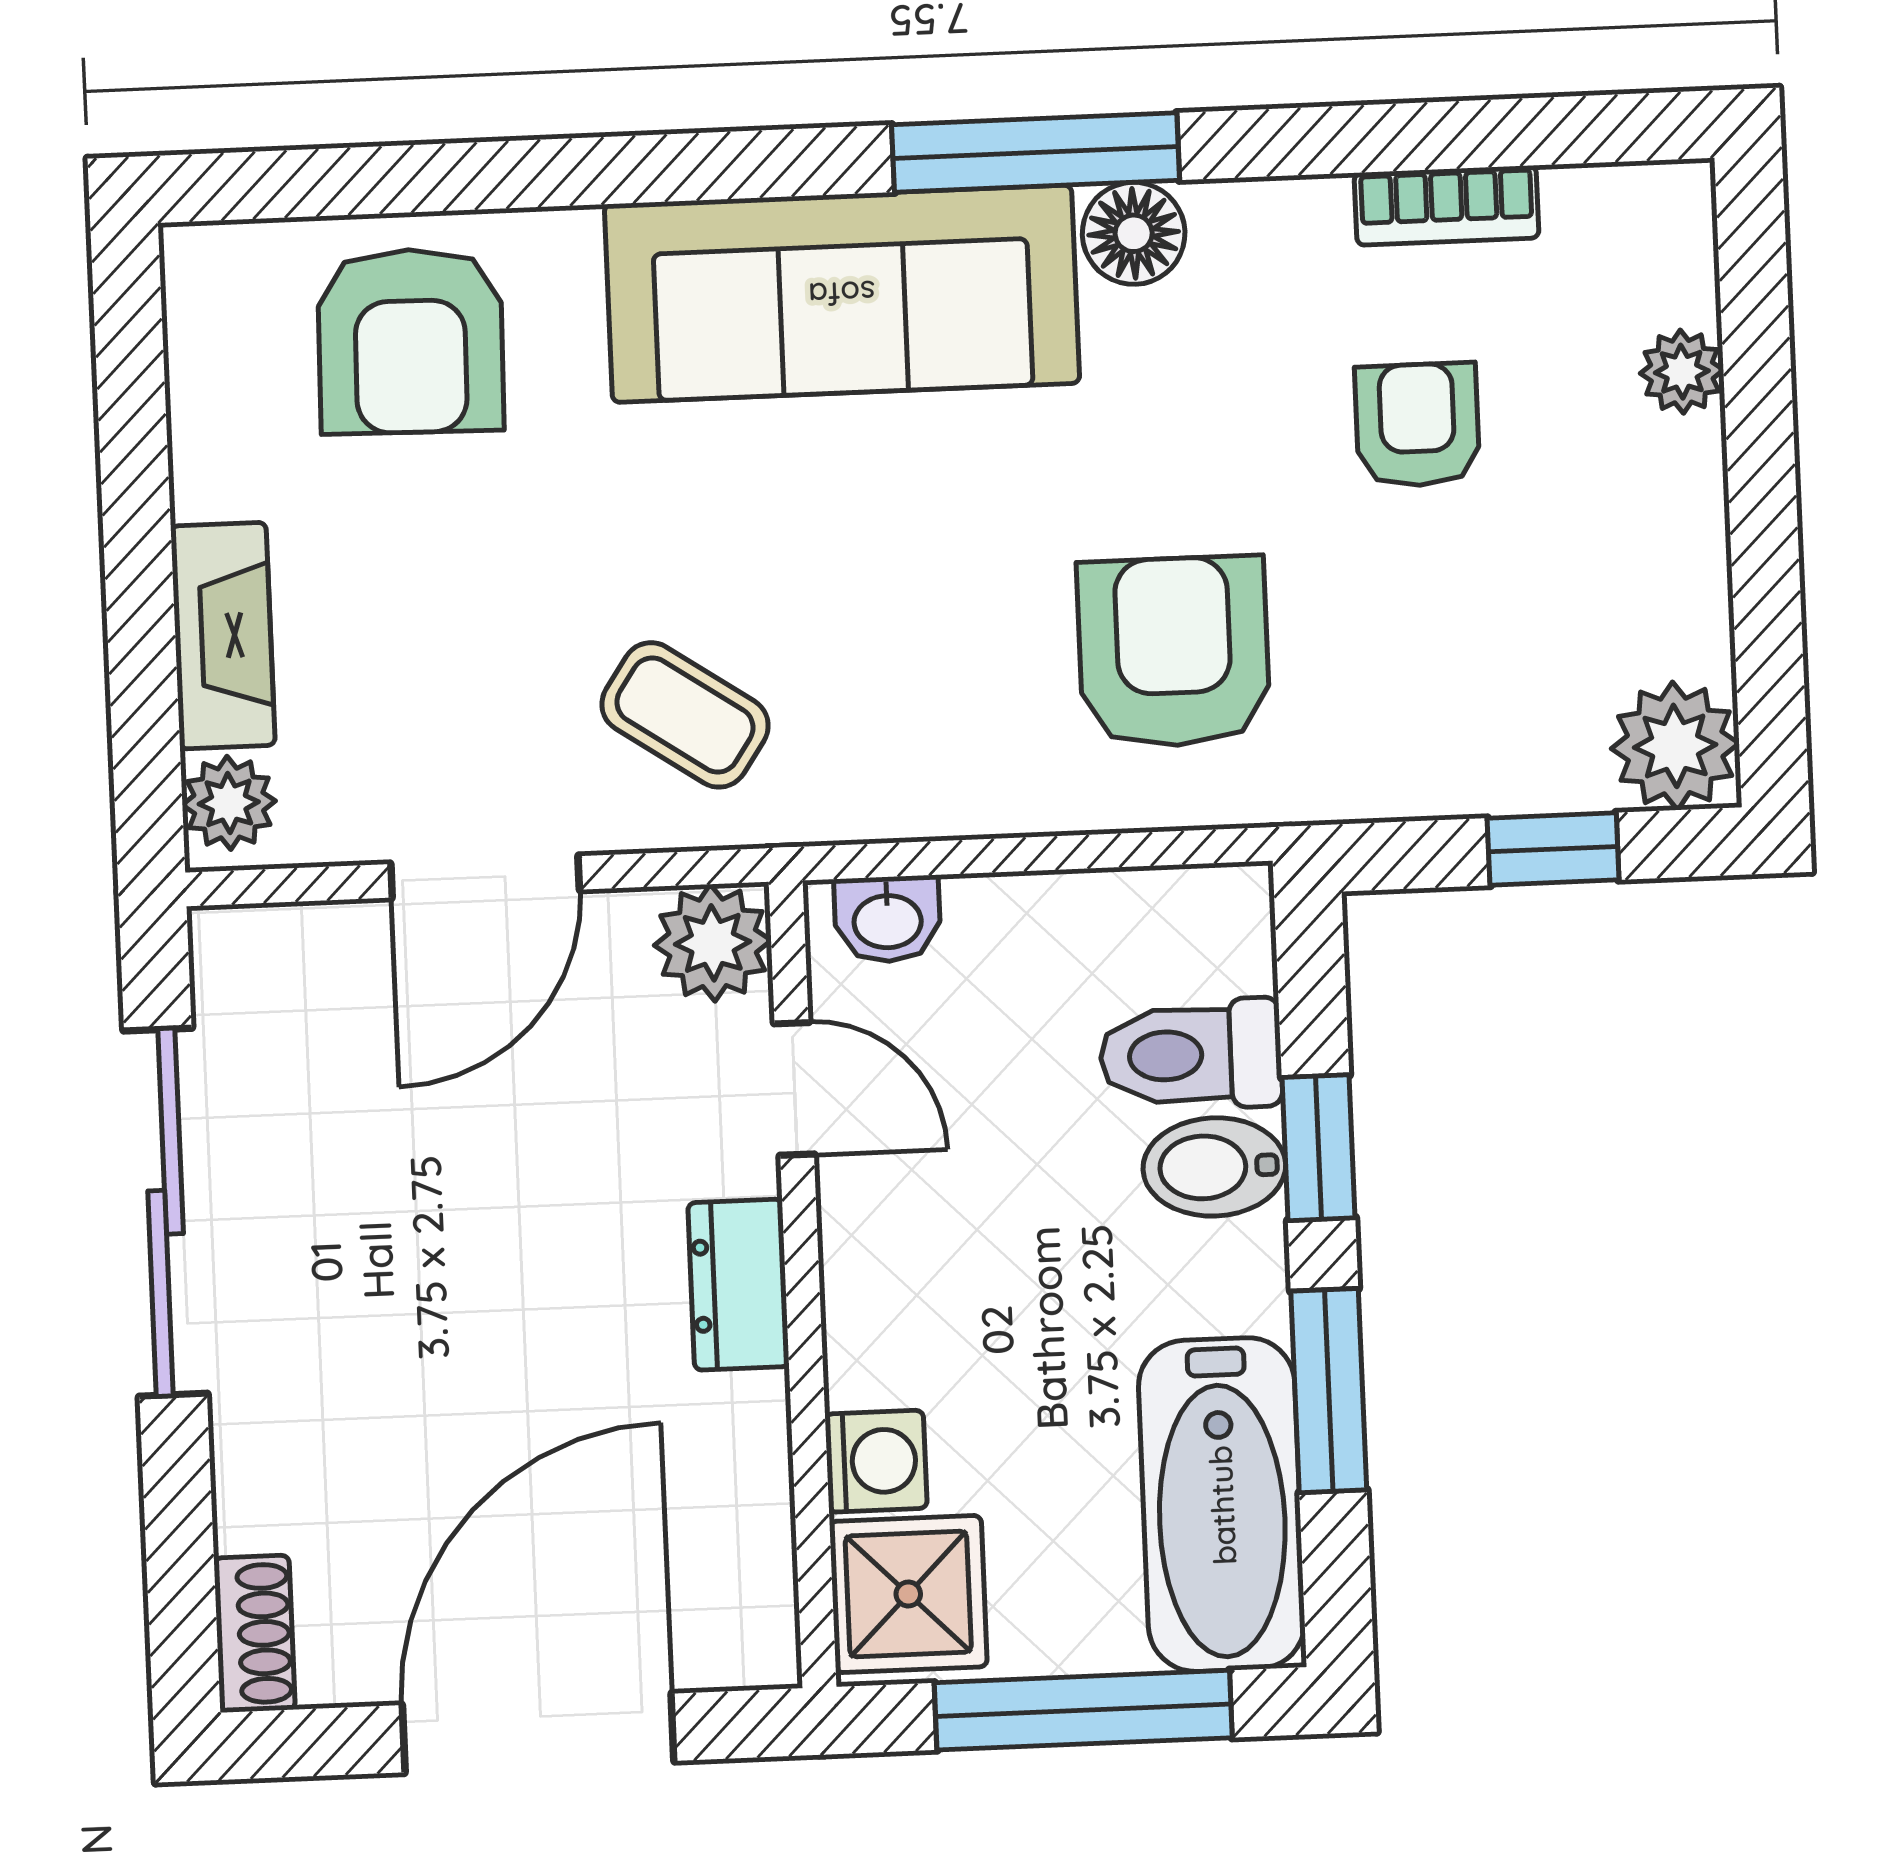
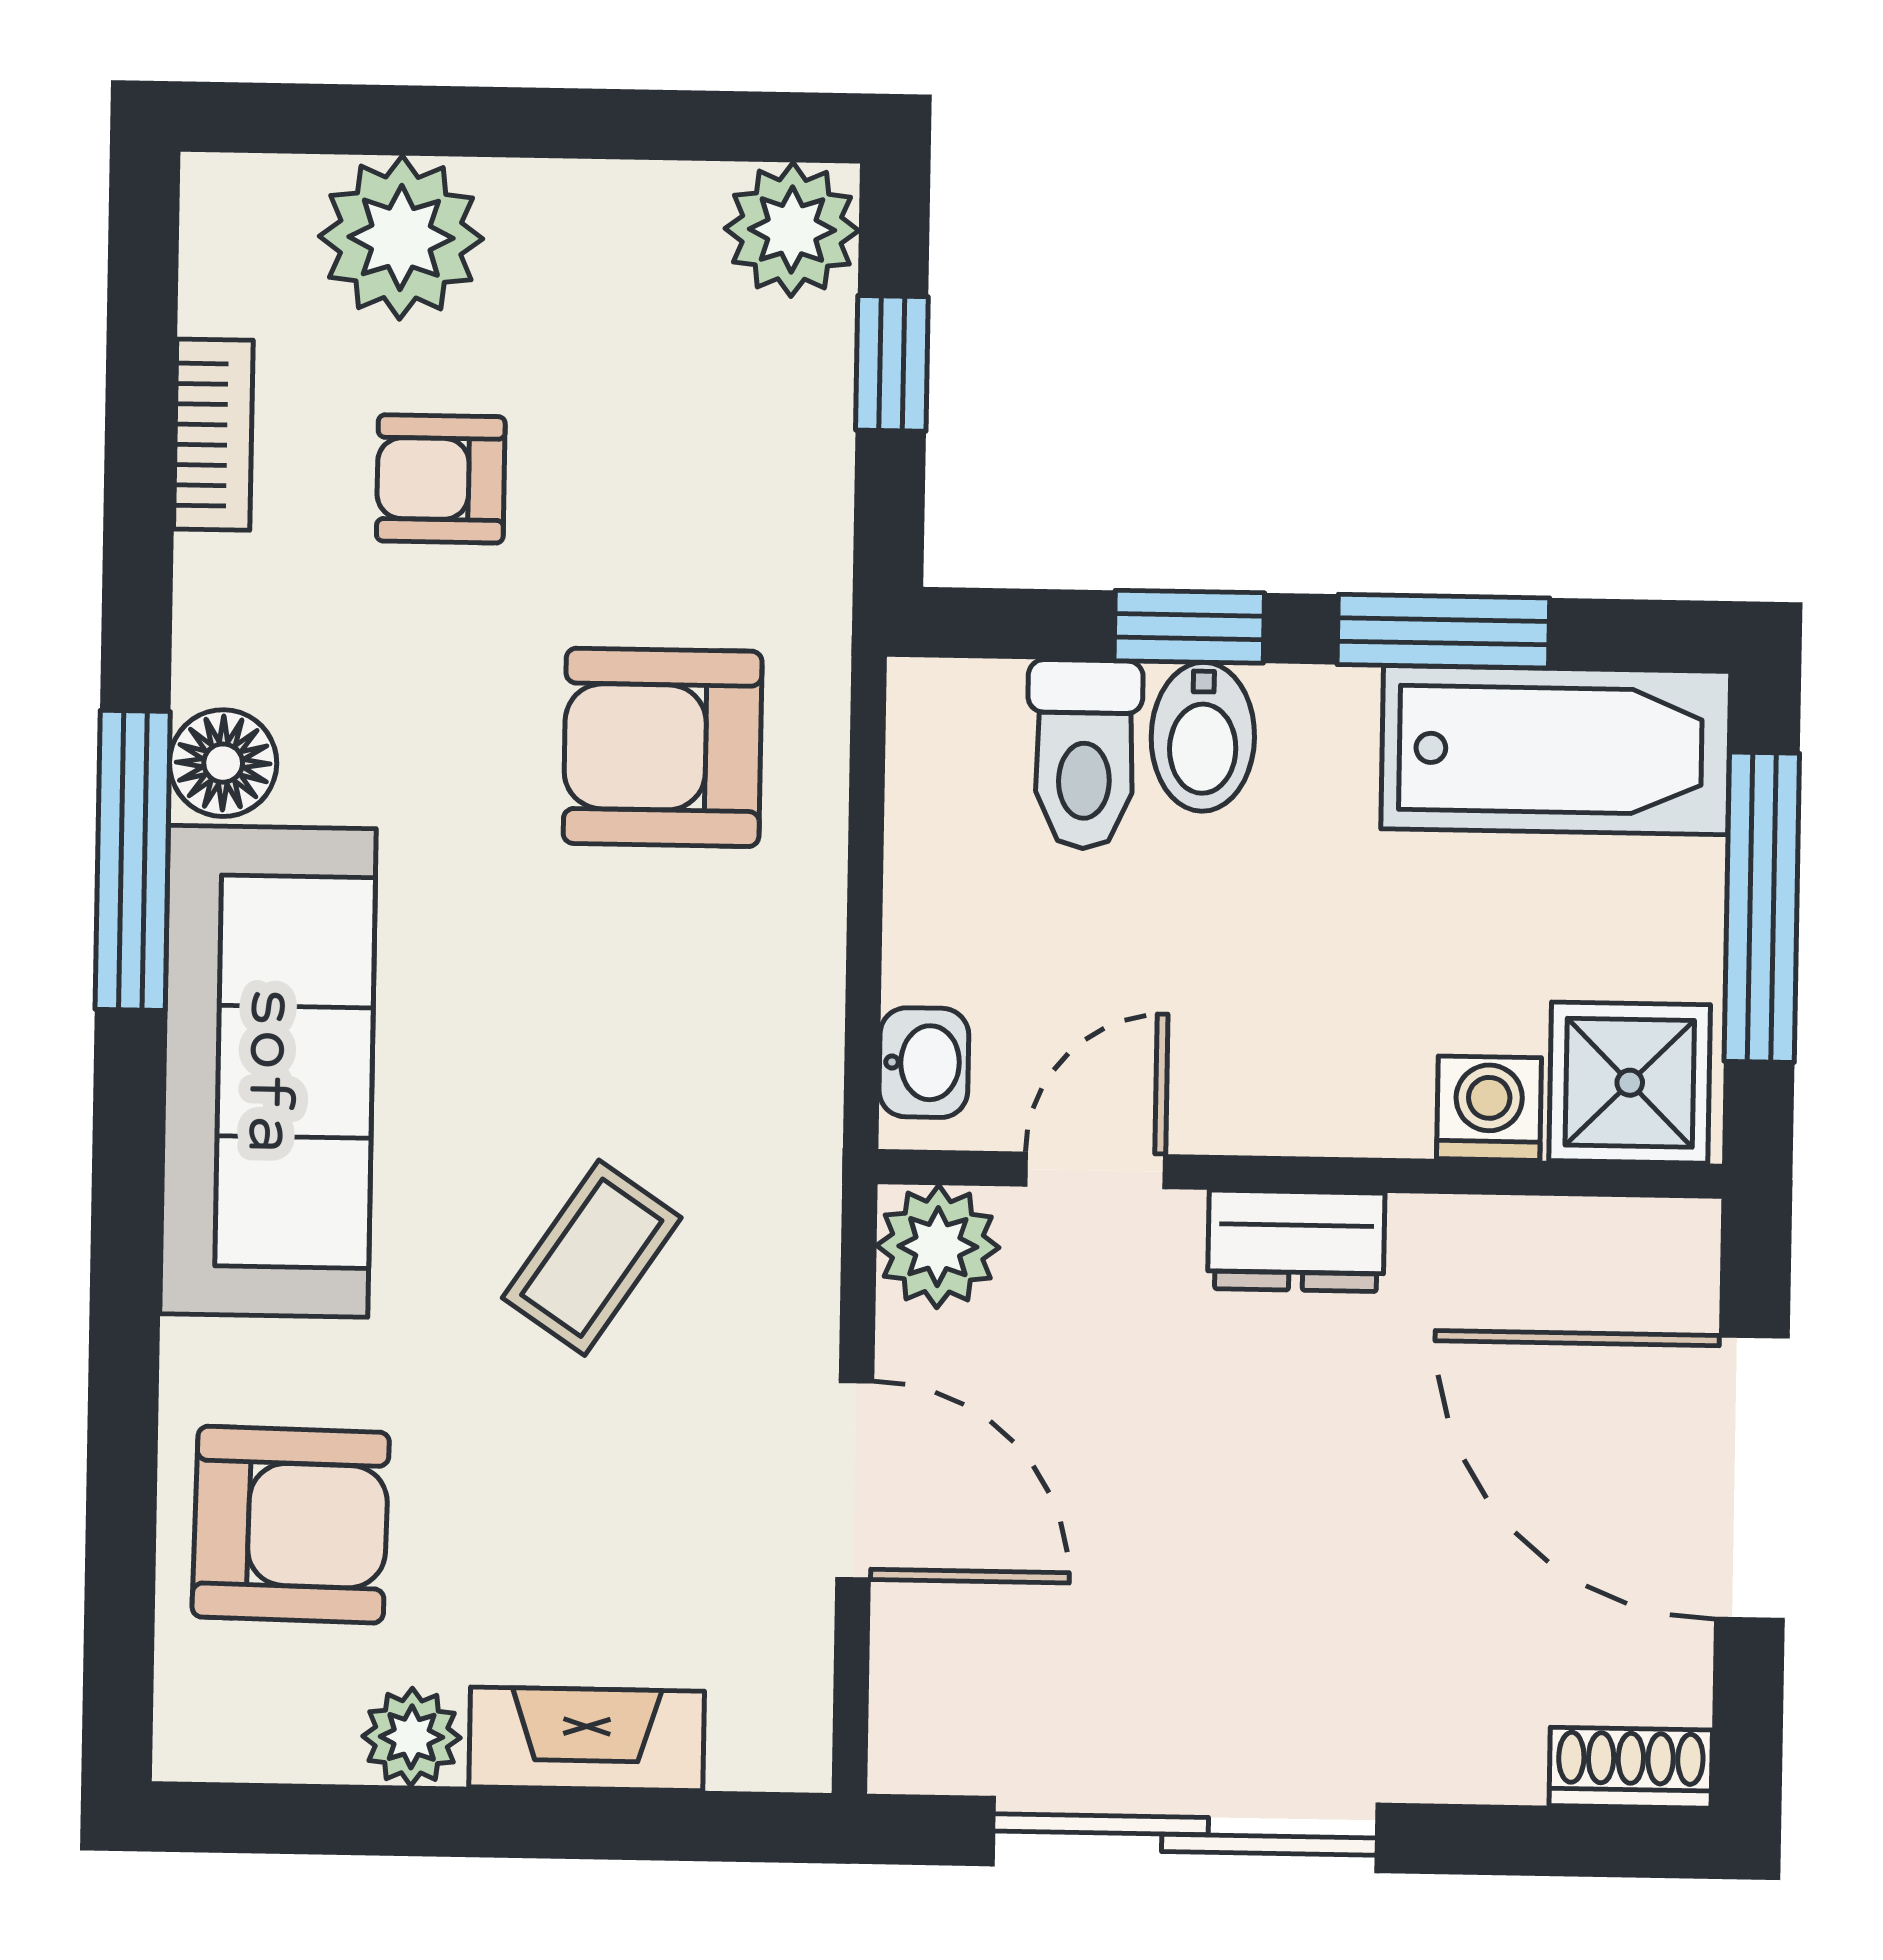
plant: (1682, 372) -> (401, 238), width x1.88, depth x1.88
coffee table: (685, 715) -> (592, 1258), moved
plant: (229, 803) -> (412, 1737), moved

